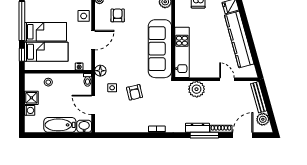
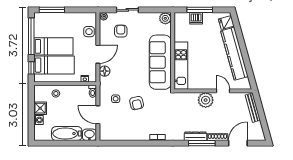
floor lamp: (100, 71) -> (105, 71), moved
plant: (197, 89) -> (206, 100), moved
plant: (263, 119) -> (257, 128), removed

